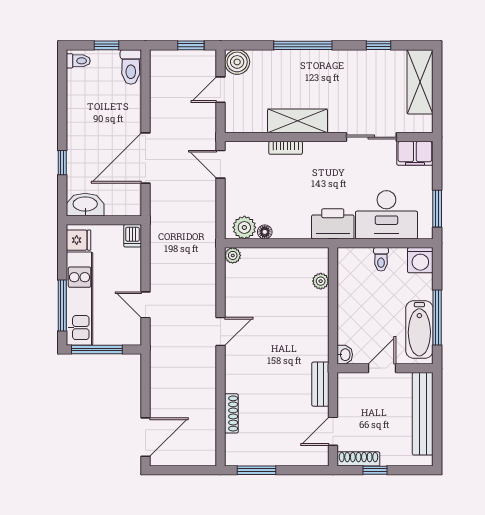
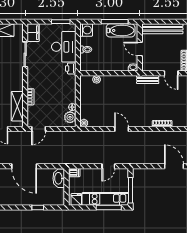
shelving: (298, 121) -> (17, 106), moved
door: (146, 158) -> (24, 166), moved
washbasin: (85, 205) -> (59, 178), moved
printer: (333, 224) -> (71, 69), width x0.53, depth x0.68

